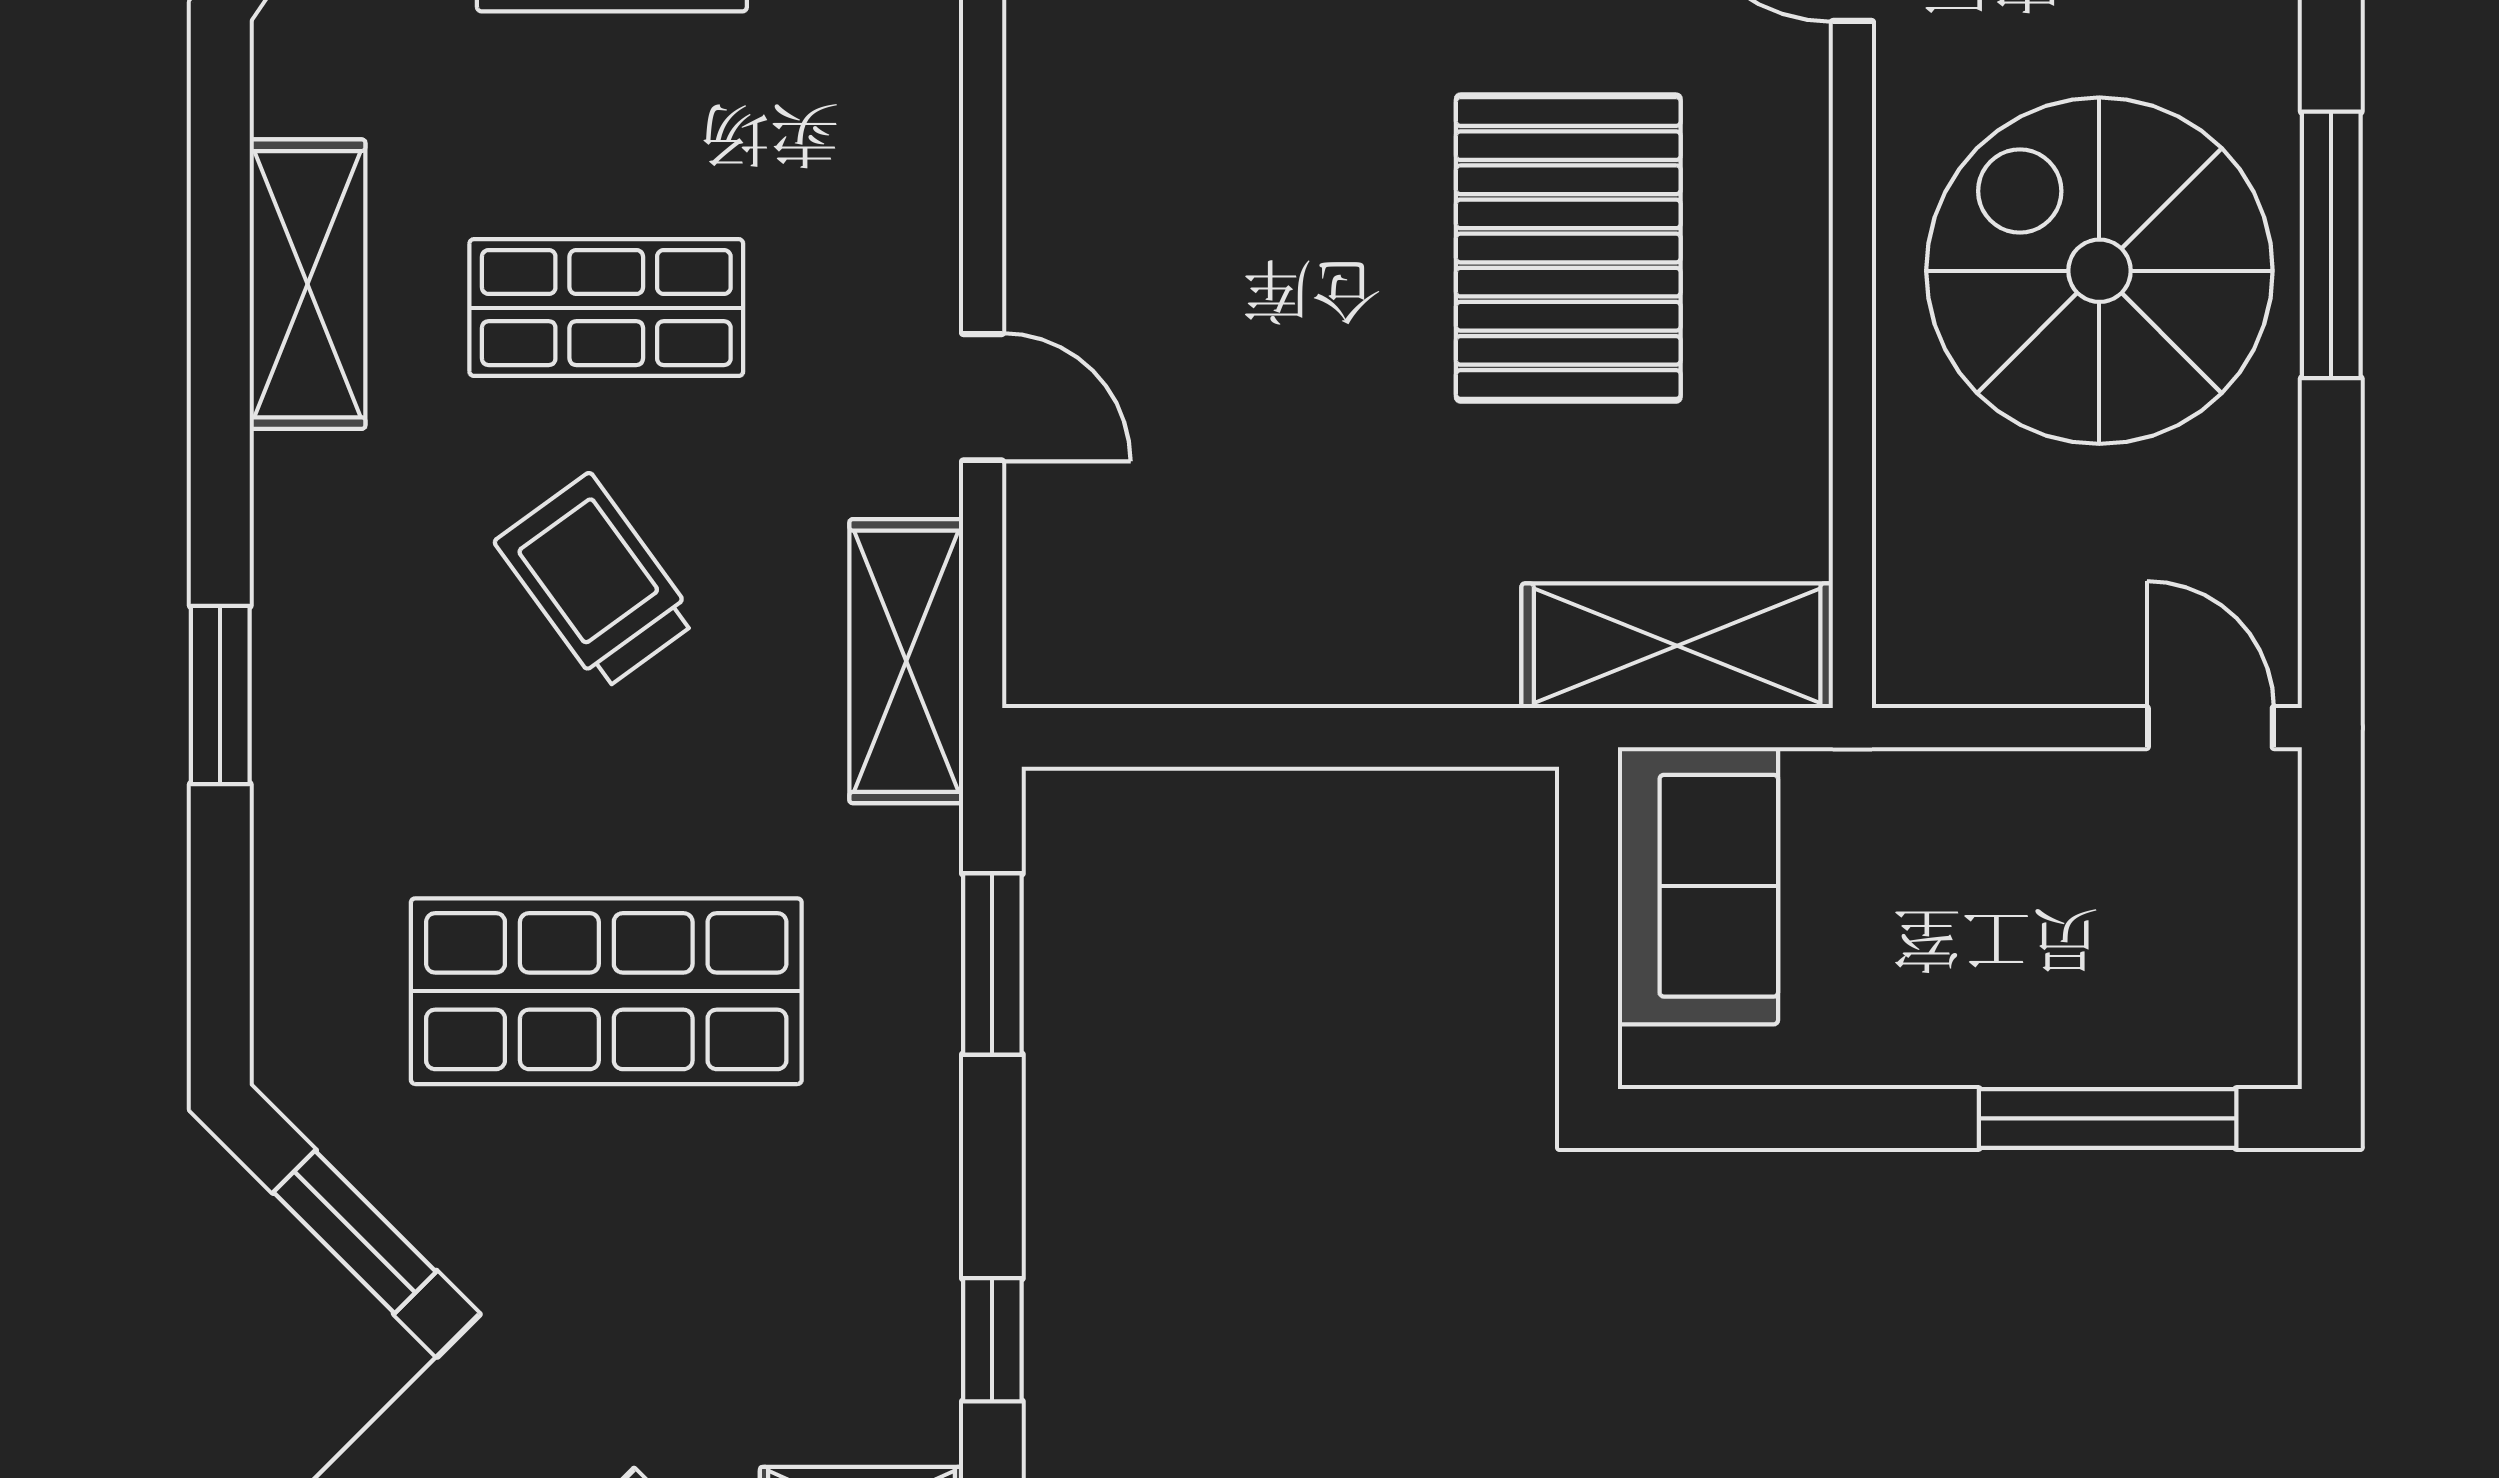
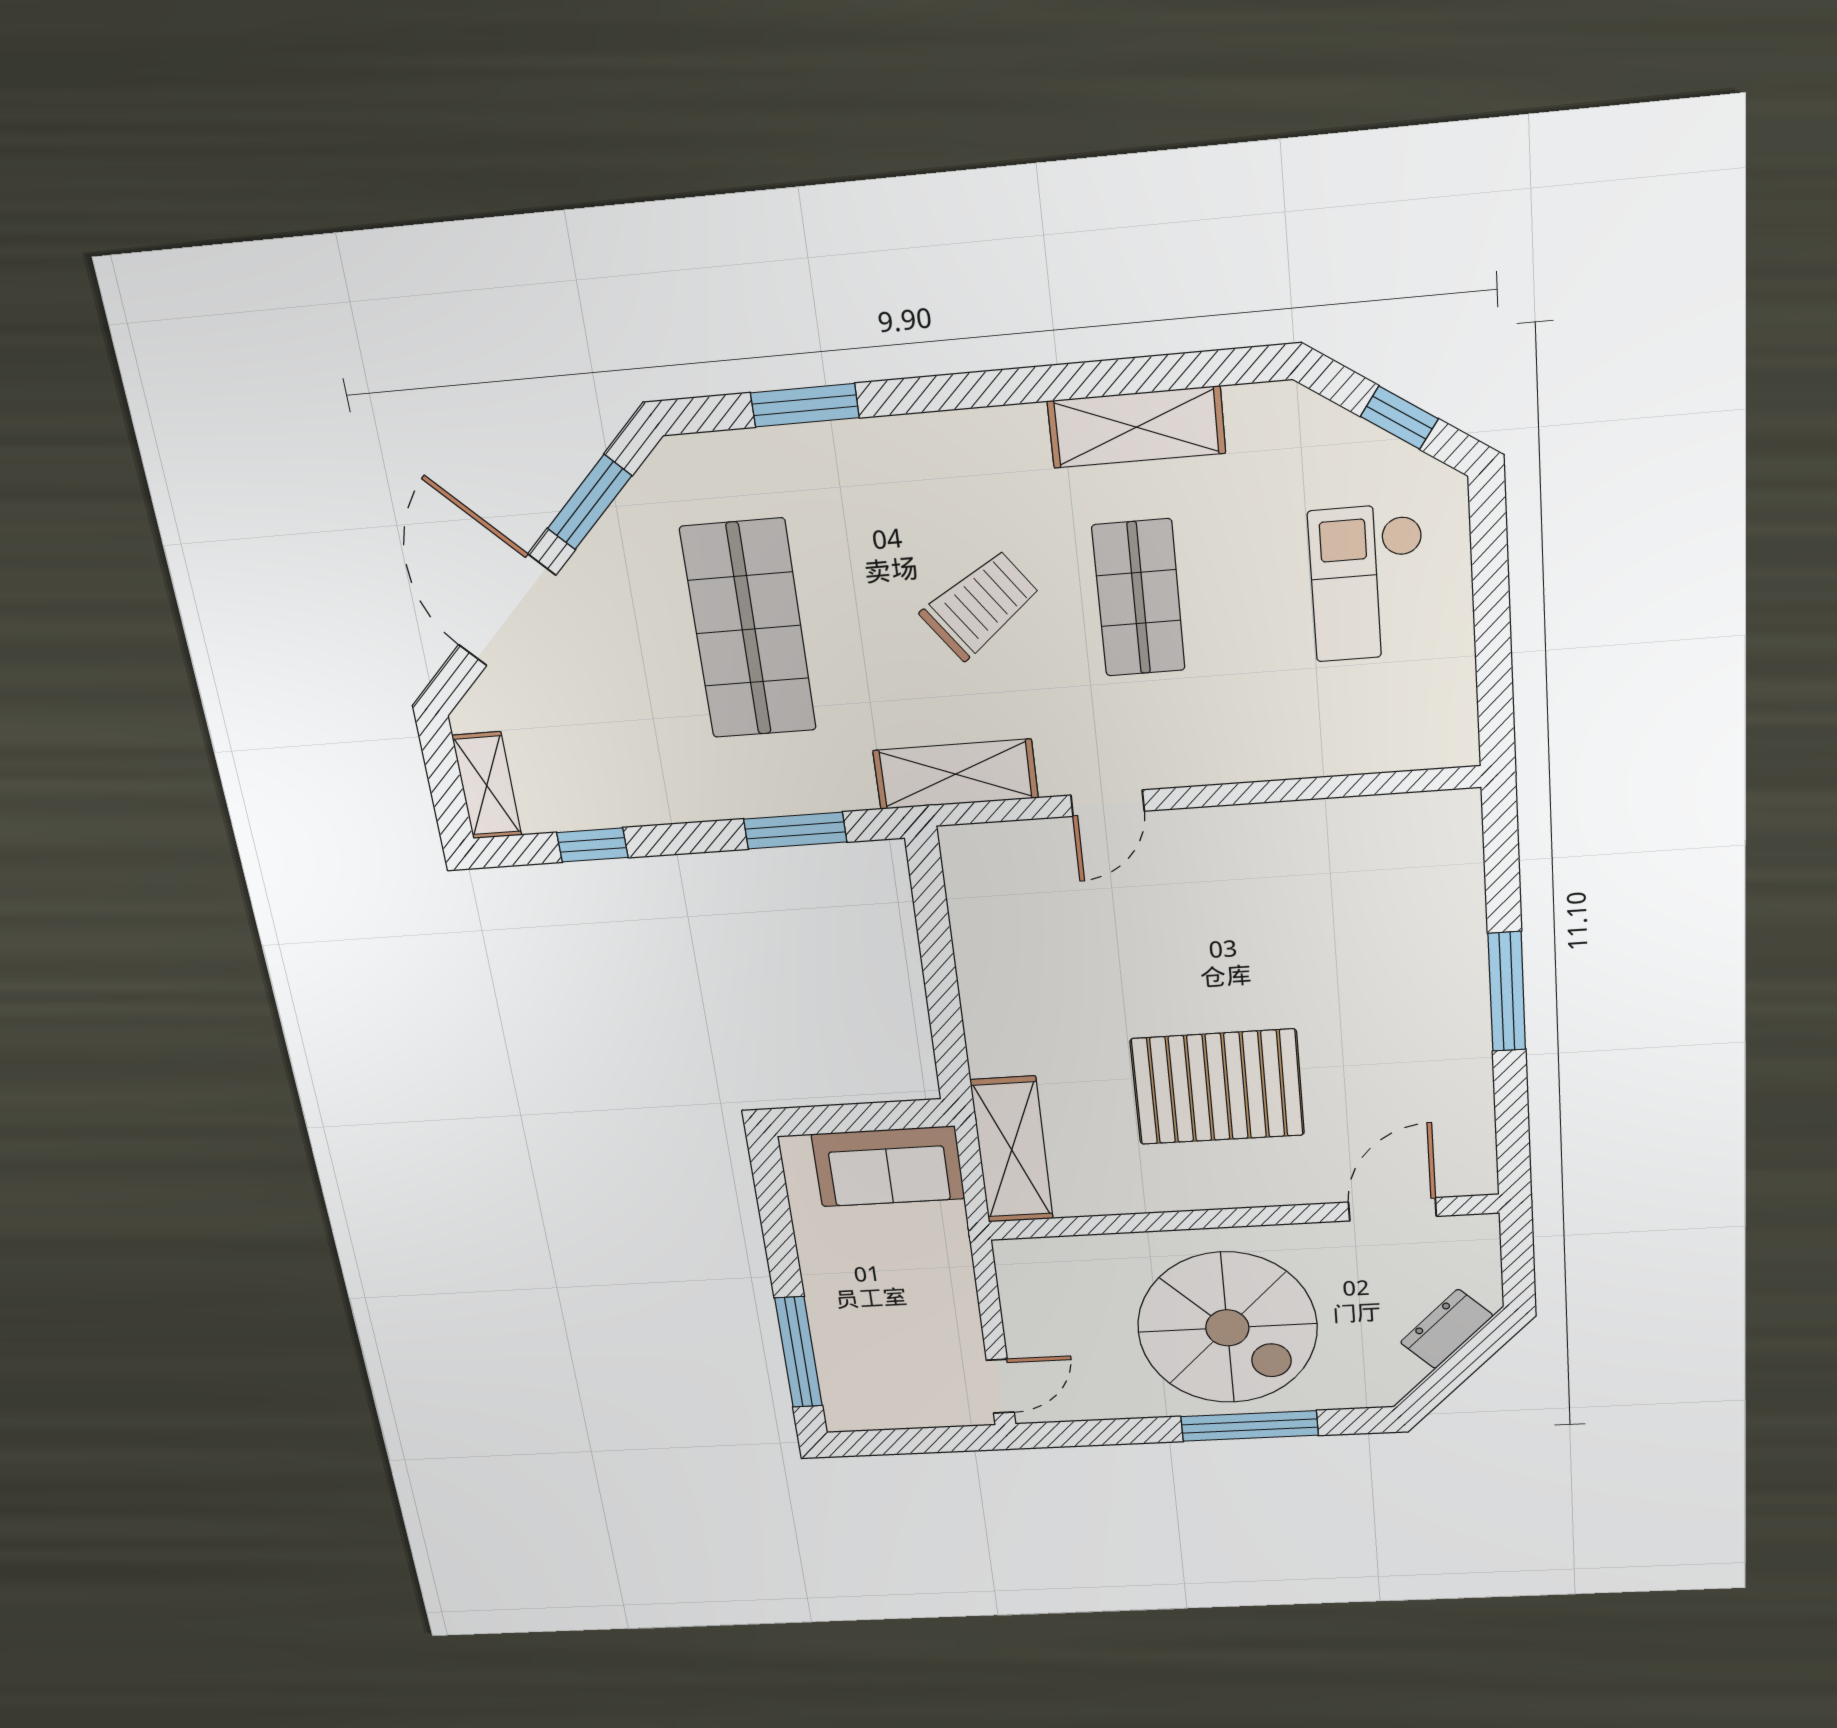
spiral stairs: (2099, 271) -> (1227, 1328), turned 90
window: (220, 695) -> (805, 405), moved

